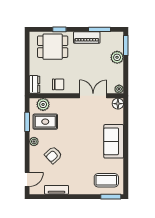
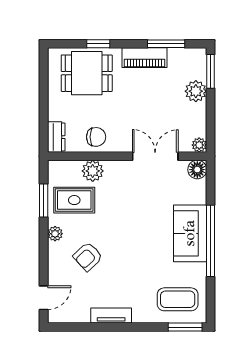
plant: (43, 104) -> (93, 171), moved
window: (126, 146) -> (211, 241), added
tv unit: (57, 190) -> (111, 315), moved

